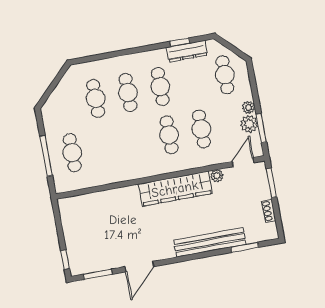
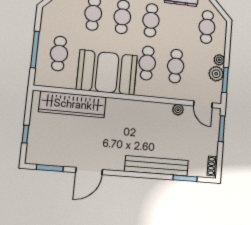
booth: (129, 158) -> (107, 72), added
door: (243, 162) -> (203, 104), swing flipped
wardrobe: (175, 189) -> (73, 104), moved
shoe rack: (269, 211) -> (212, 166), moved
window: (65, 260) -> (25, 134), moved

